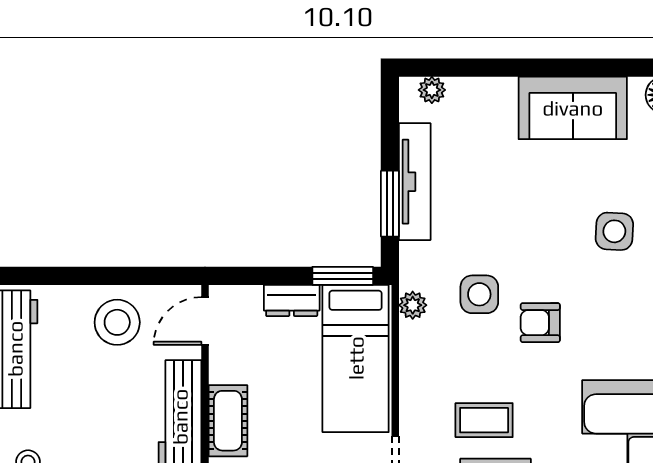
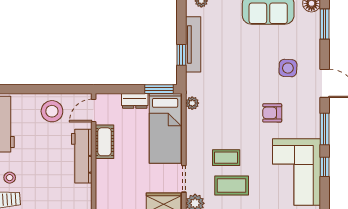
window: (390, 204) -> (181, 55), width x0.67
side table: (479, 294) -> (224, 98), removed
armchair: (540, 323) -> (272, 113), moved
cot: (228, 421) -> (105, 142), moved

